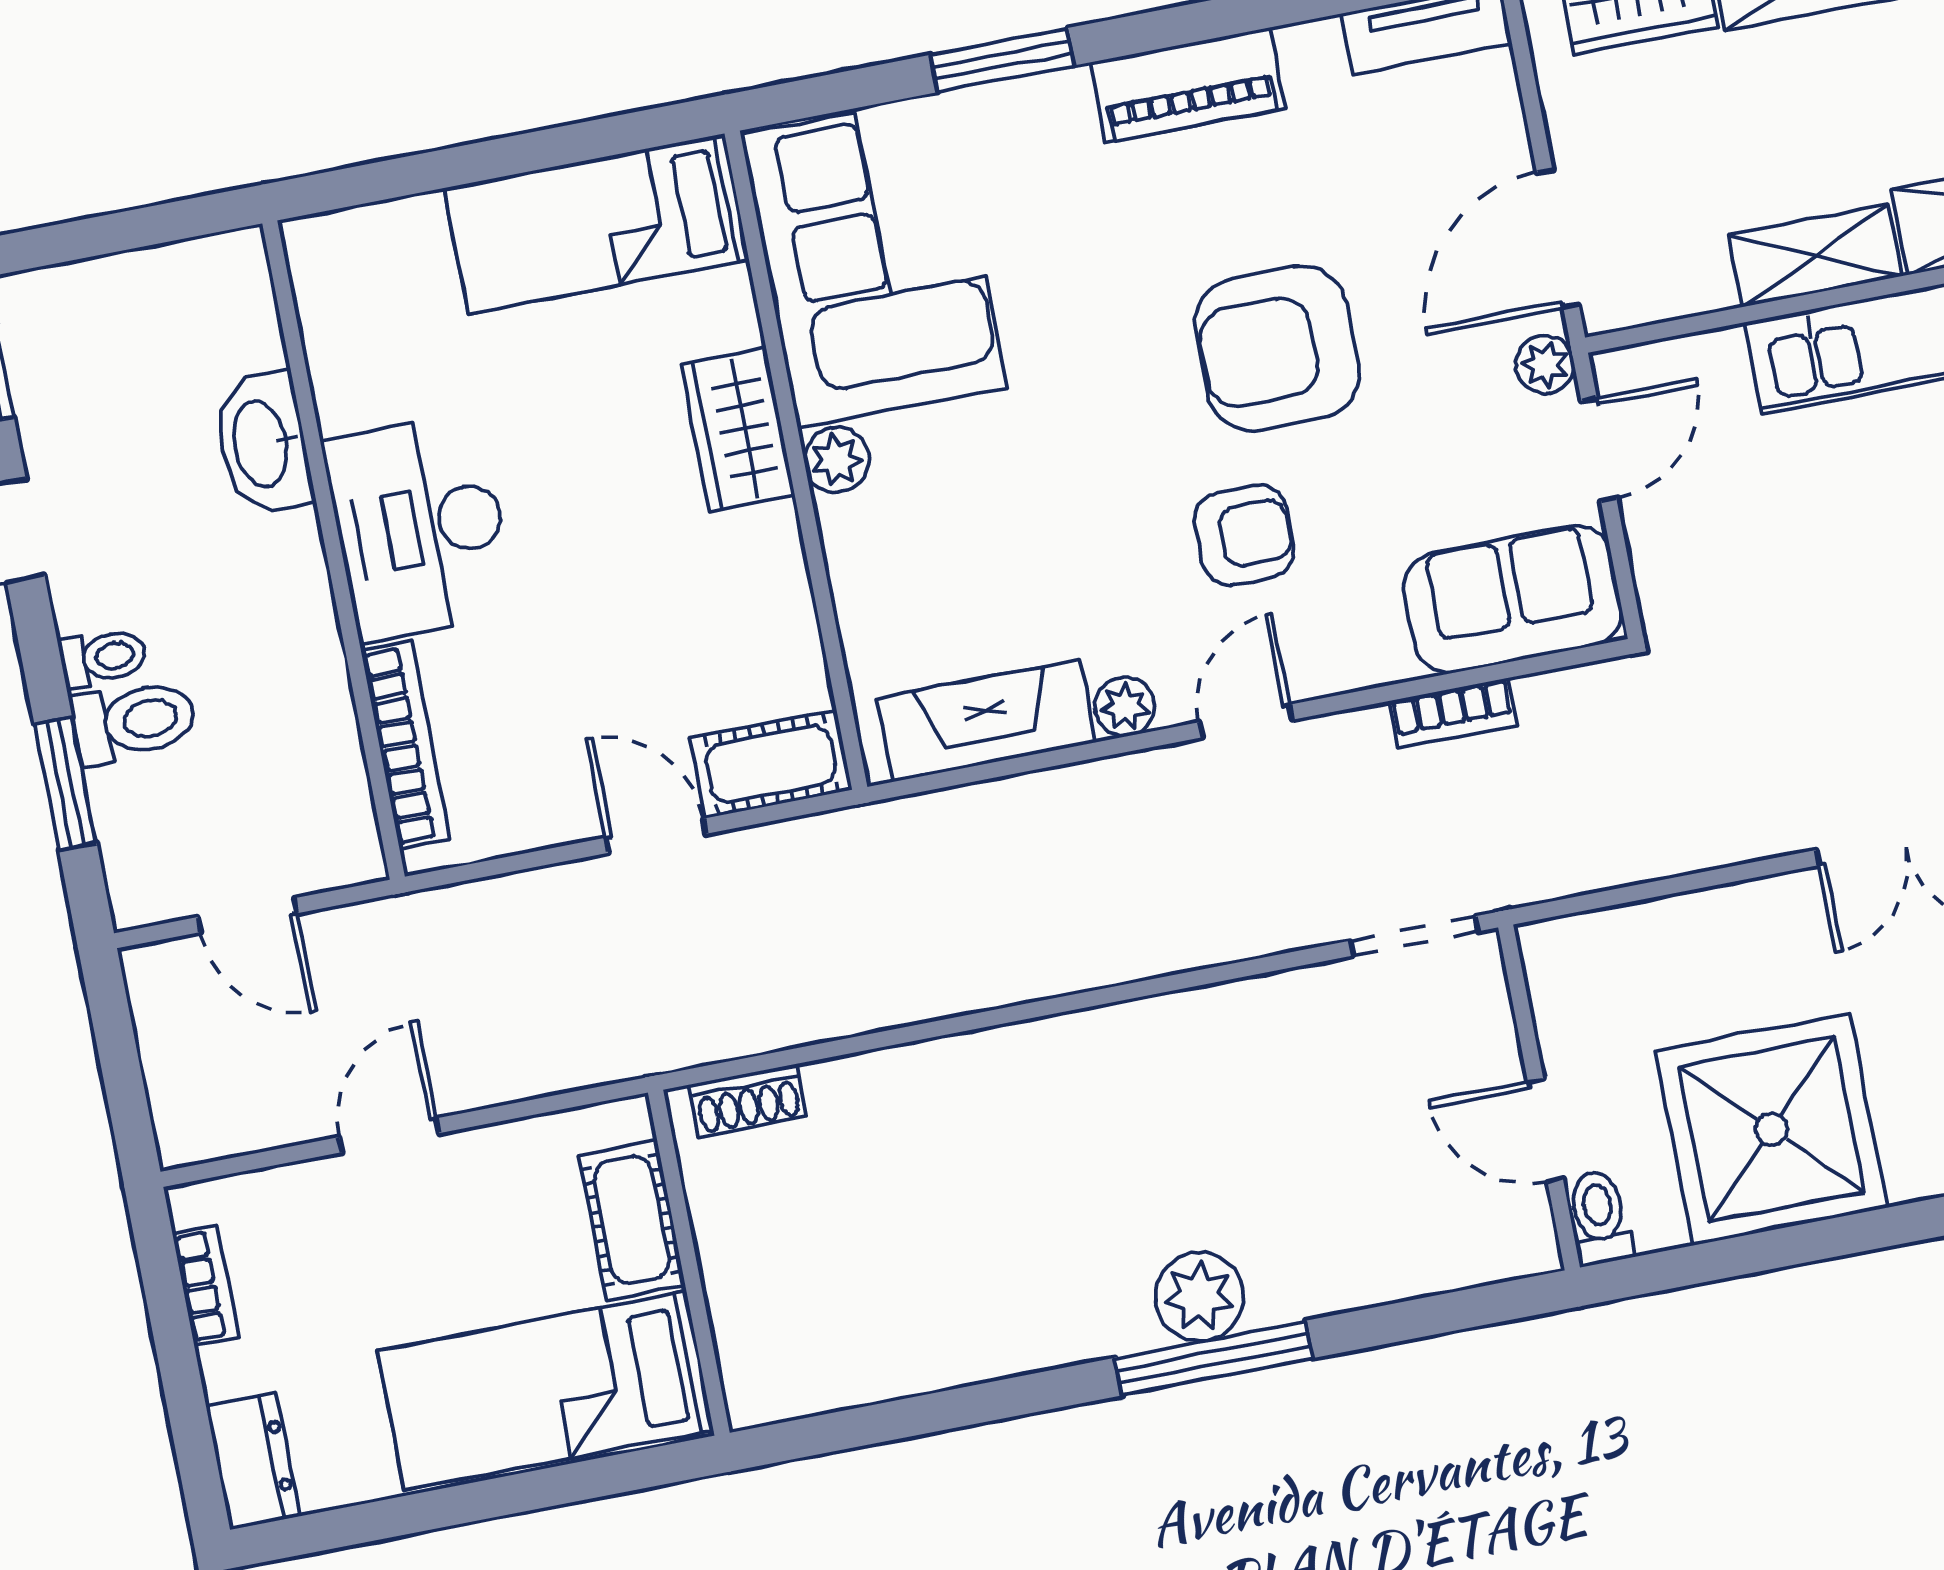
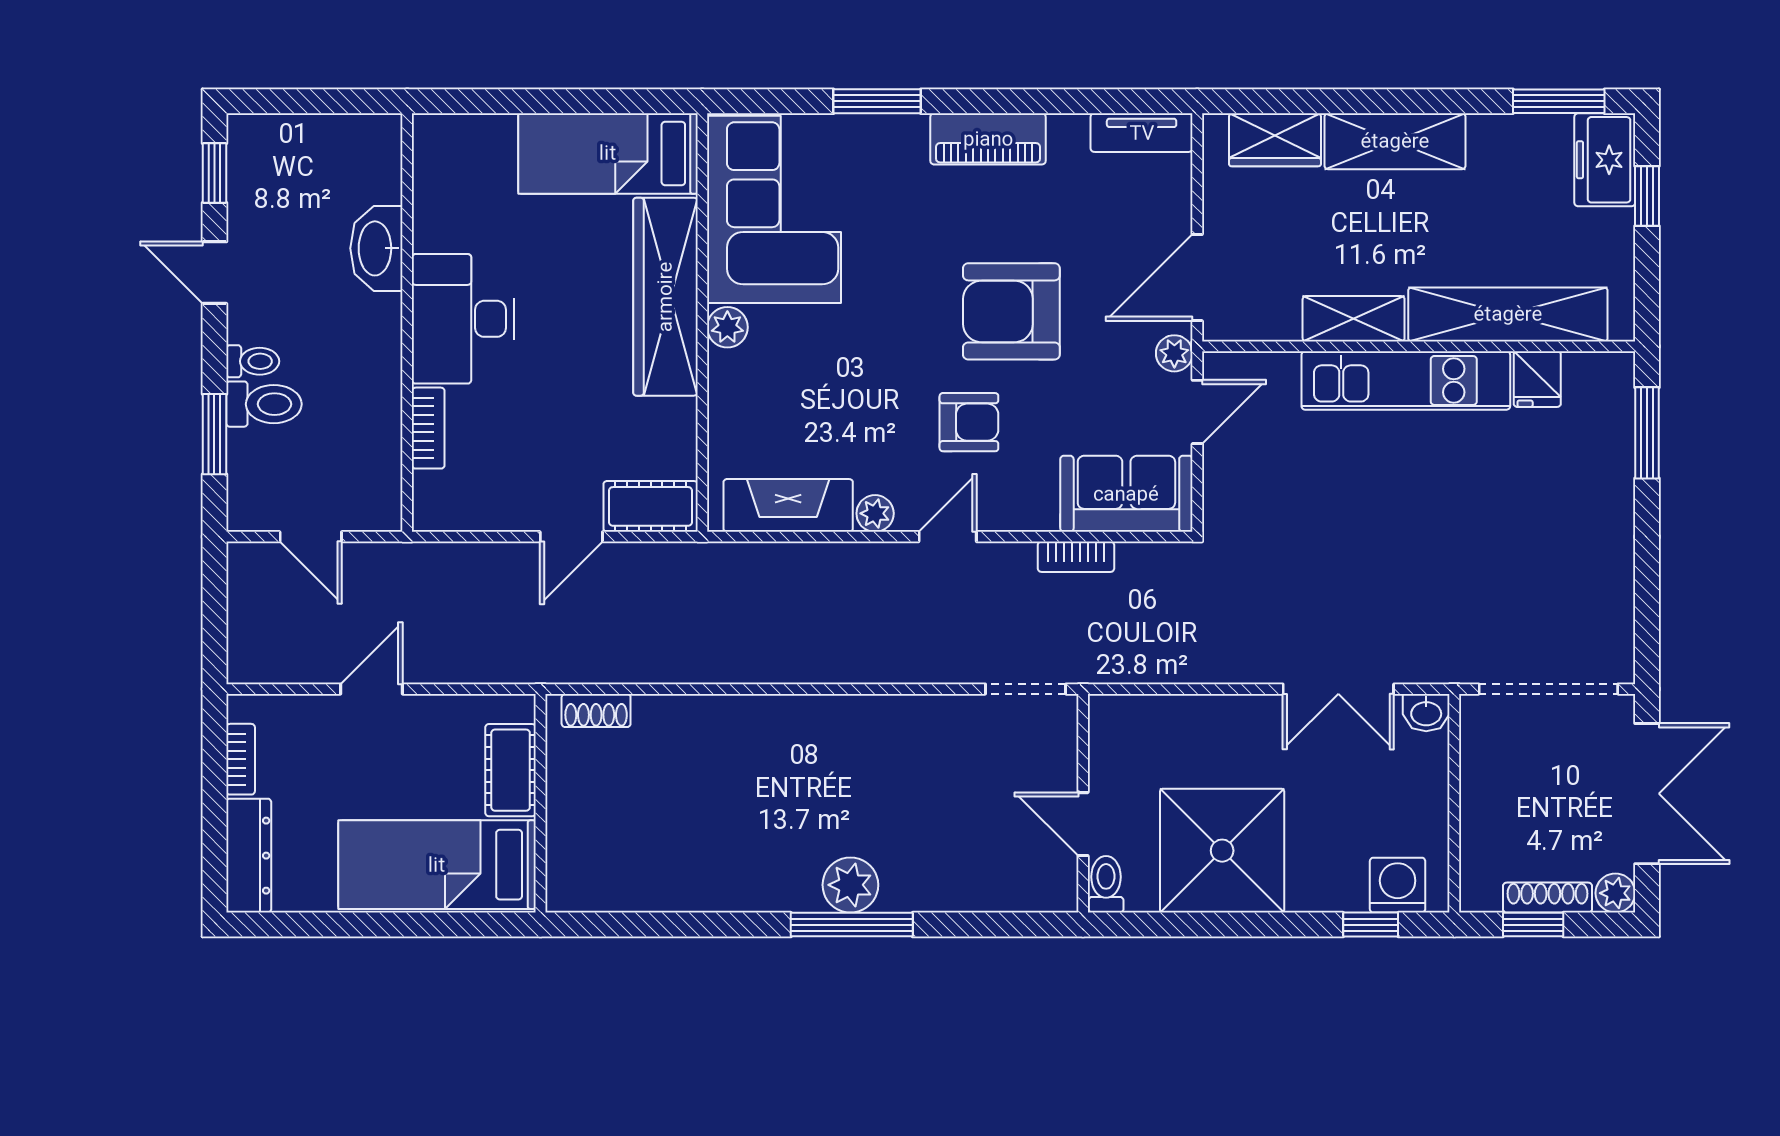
wardrobe: (738, 429) -> (665, 297), width x2.10, depth x1.17
bookcase: (406, 745) -> (428, 428), width x0.64
door: (656, 836) -> (571, 537), swing flipped
dresser: (253, 1461) -> (249, 856), width x1.44

